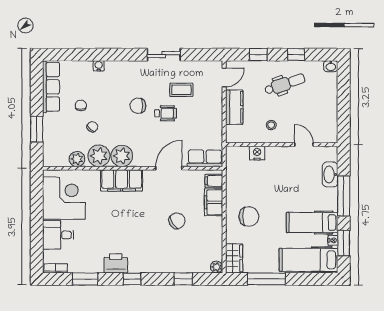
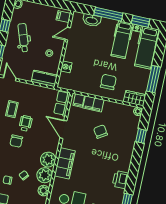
kitchen counter: (234, 107) -> (44, 78), moved
filing cabinet: (327, 134) -> (63, 17), added
window: (132, 279) -> (133, 171), removed

